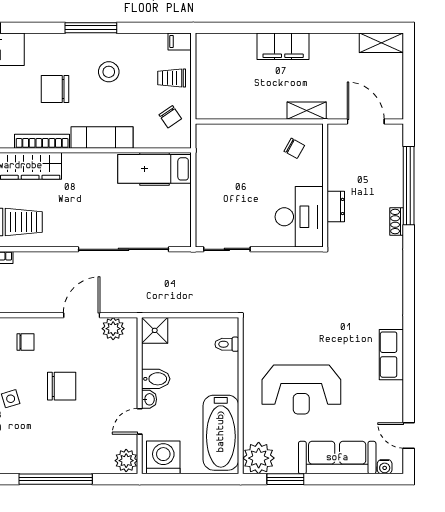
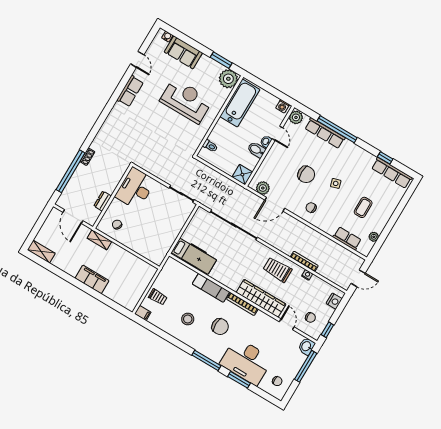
window: (91, 28) -> (206, 360), moved
chair: (170, 117) -> (170, 278), removed
dresser: (336, 206) -> (103, 201), moved
chair: (62, 386) -> (306, 174), turned 180
door: (140, 421) -> (277, 133), hinge flipped
door: (409, 435) -> (137, 59), moved
washing machine: (163, 457) -> (283, 106), width x0.53, depth x0.53
sofa: (337, 458) -> (183, 52), width x0.73
row of seats: (70, 463) -> (325, 133), added

